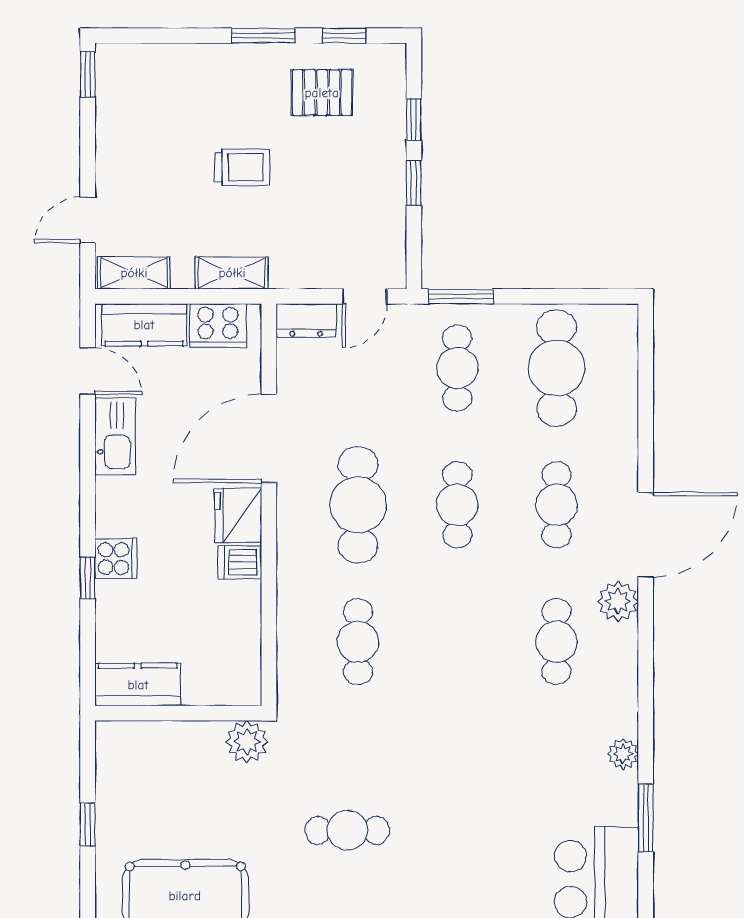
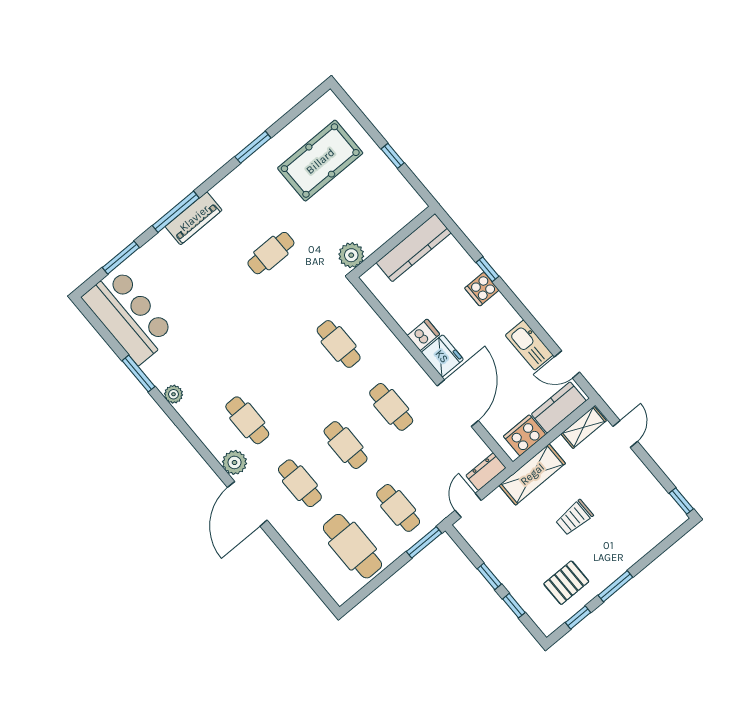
shelving: (232, 273) -> (532, 474), width x1.50, depth x1.33
cafe table: (358, 505) -> (391, 407), width x0.73, depth x0.74
kitchen counter: (138, 685) -> (414, 248), width x1.50

